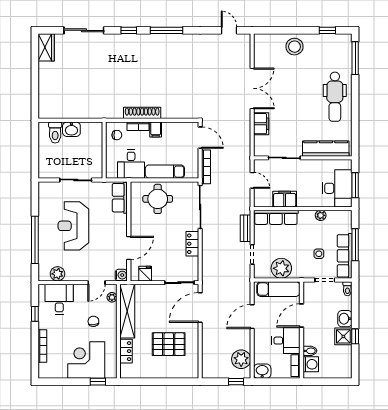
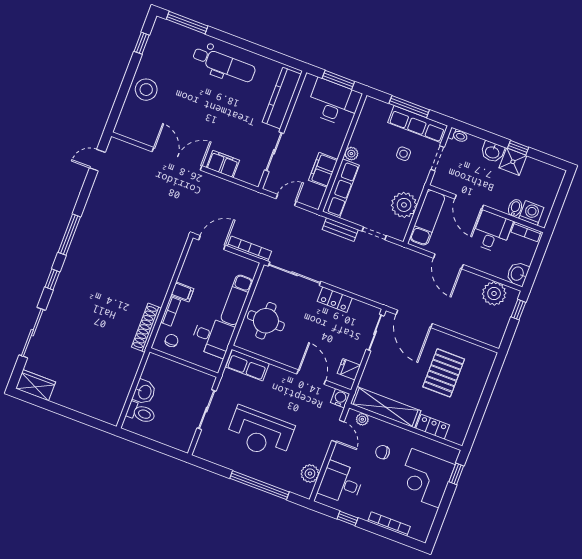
shoe rack: (142, 113) -> (146, 328), moved
plant: (321, 215) -> (351, 154), moved

